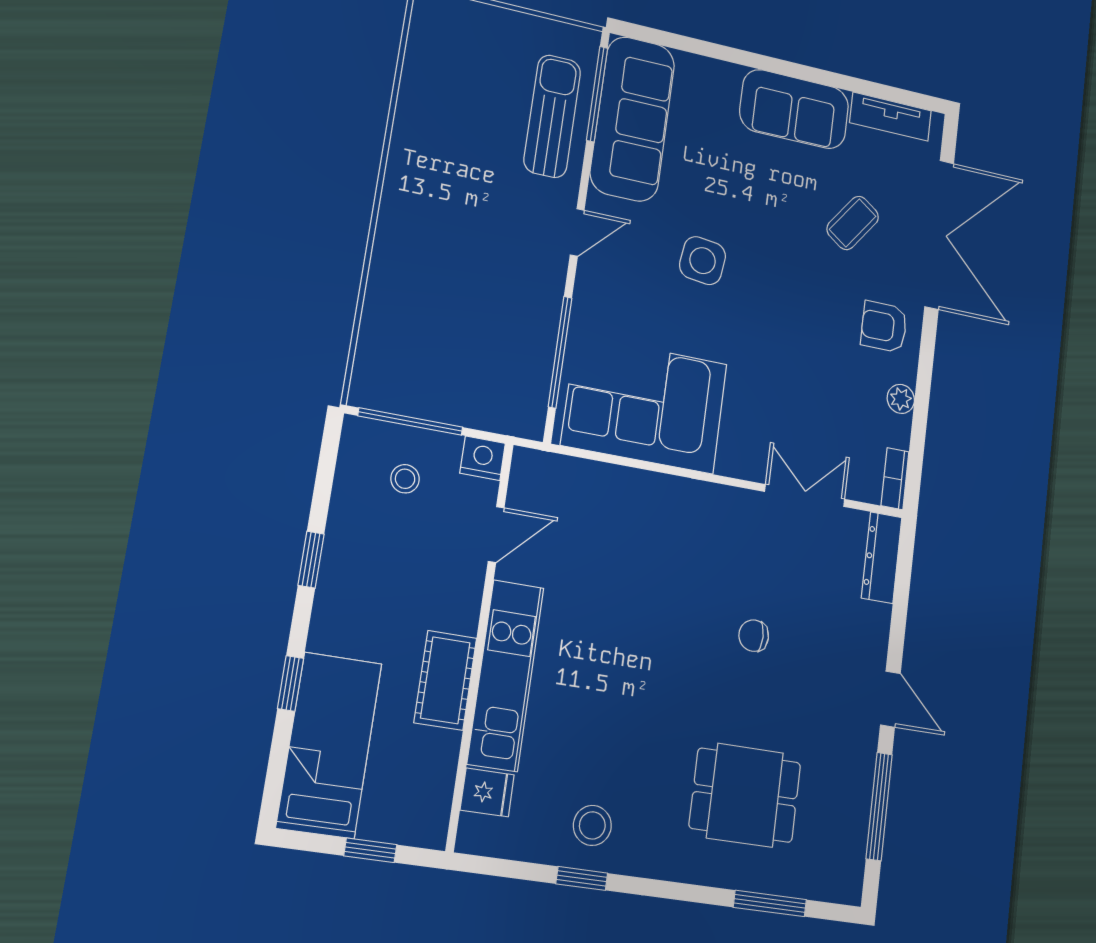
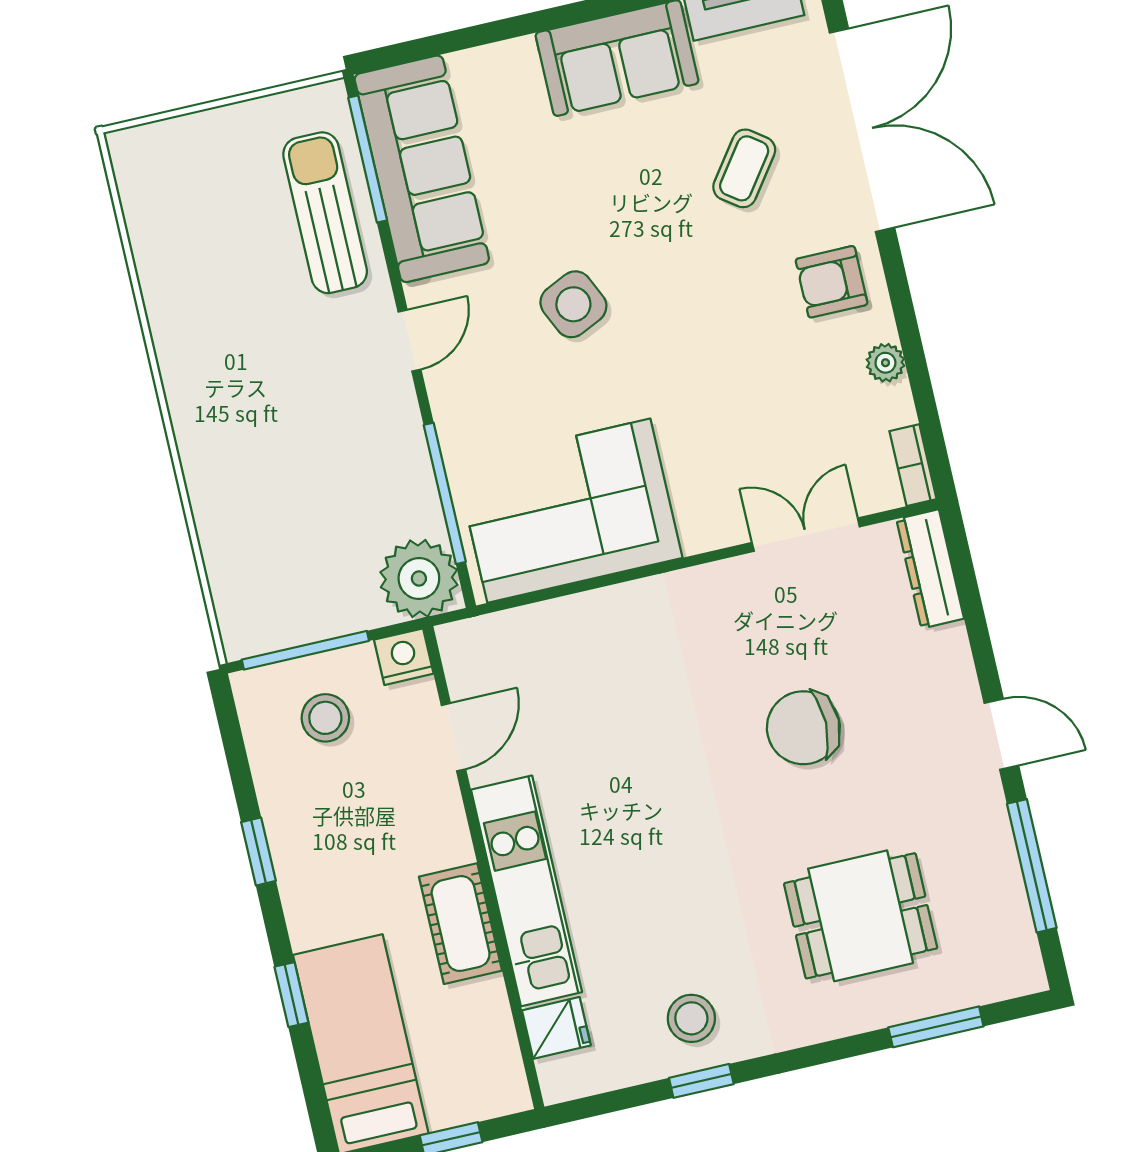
side table: (703, 261) -> (573, 304), turned -32
plant: (517, 405) -> (419, 578), added
stool: (405, 479) -> (325, 718), width x1.37, depth x1.37
chair: (754, 636) -> (803, 728), width x1.87, depth x1.87

